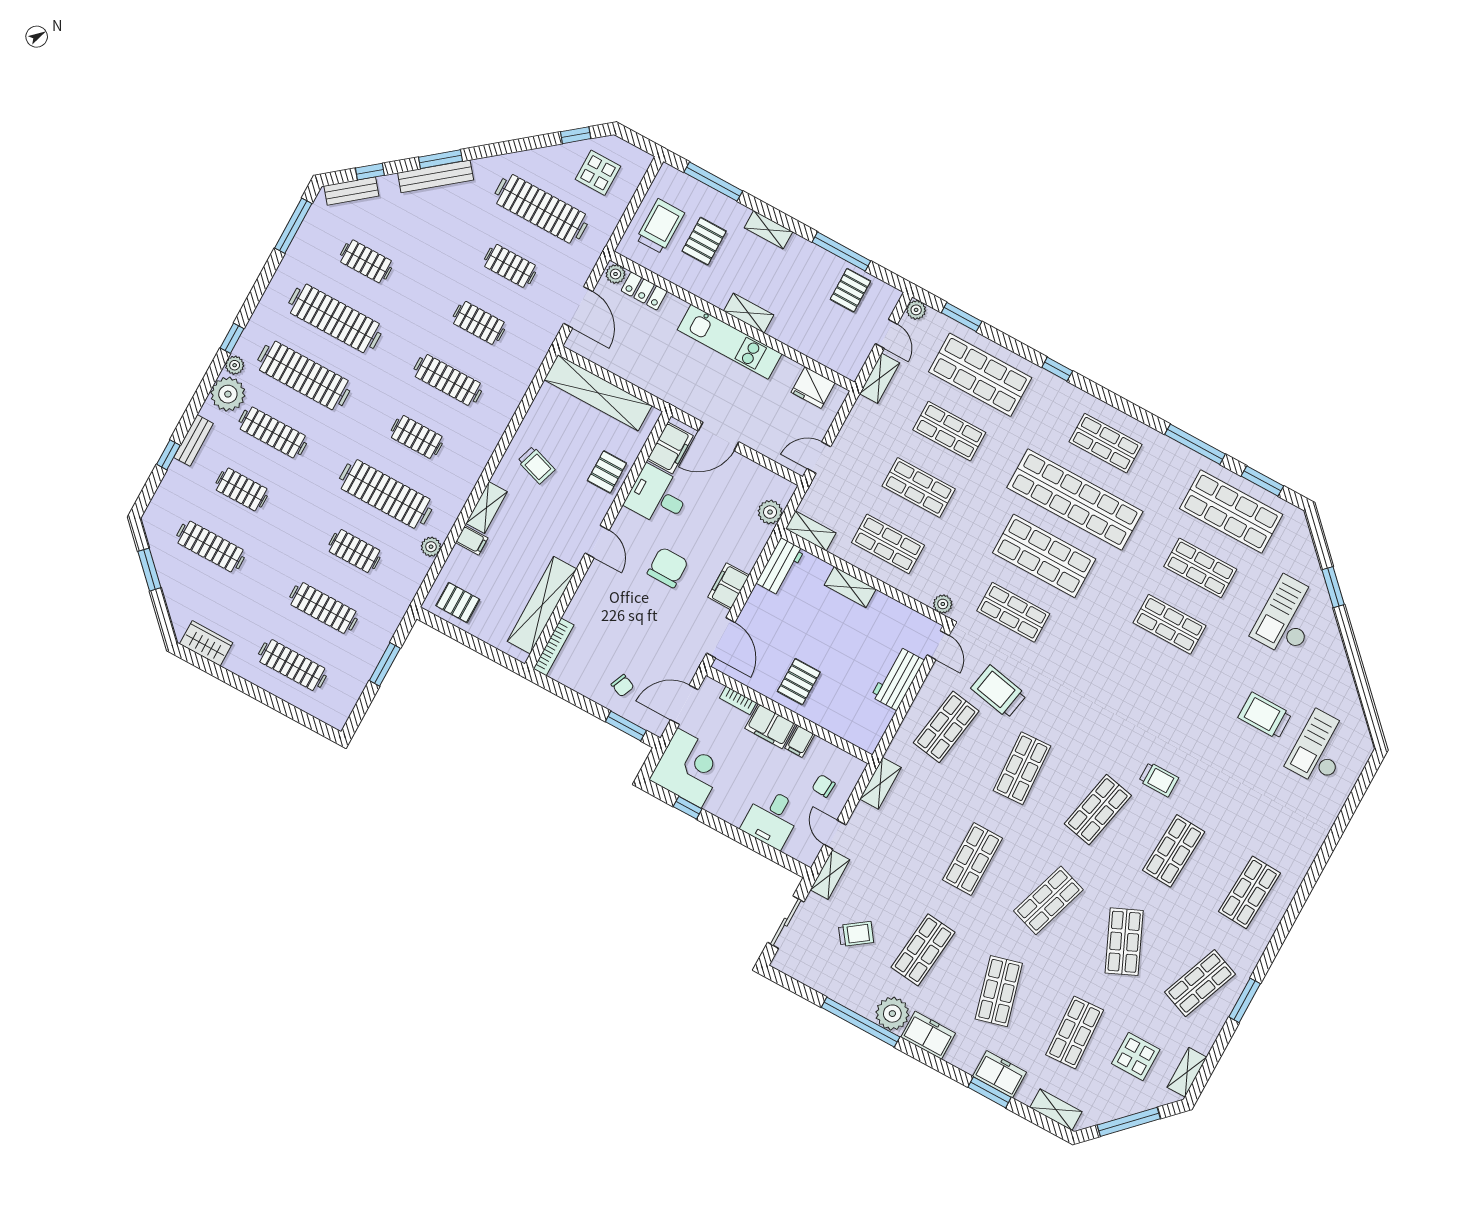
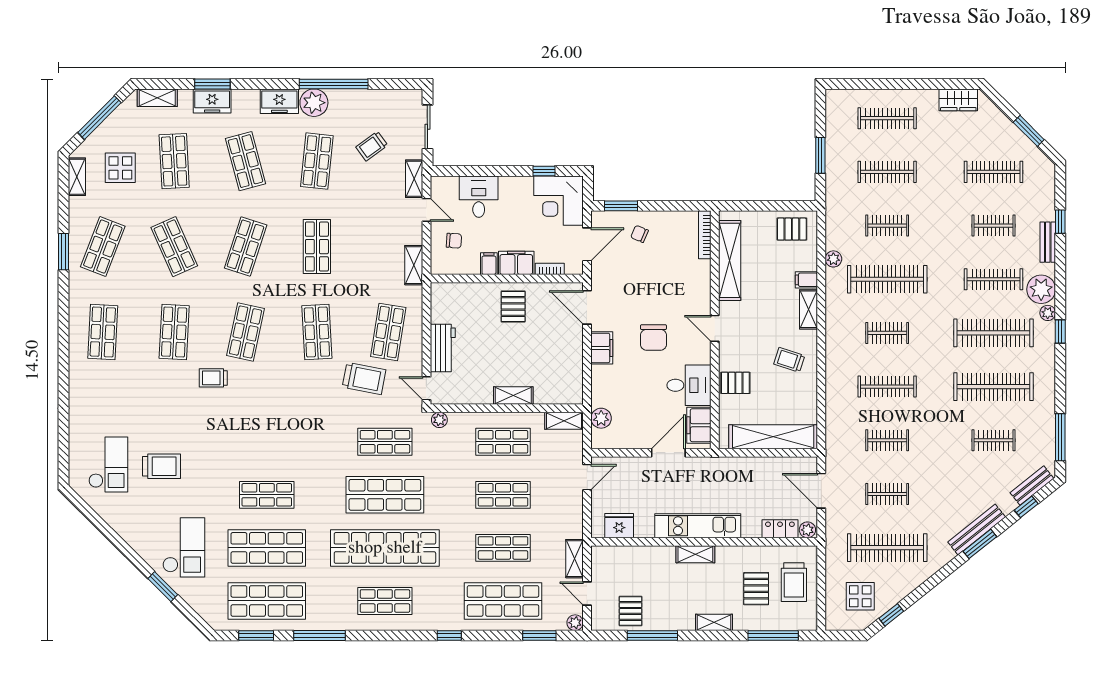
pallet: (607, 472) -> (735, 383), turned 90
workbench: (780, 567) -> (572, 383), removed
shop shelf: (1200, 568) -> (267, 548), width x1.43, depth x1.36

